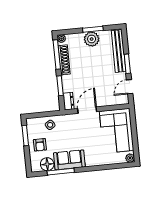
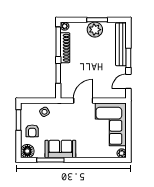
dresser: (68, 101) -> (65, 90), removed
floor lamp: (47, 164) -> (27, 151), moved

